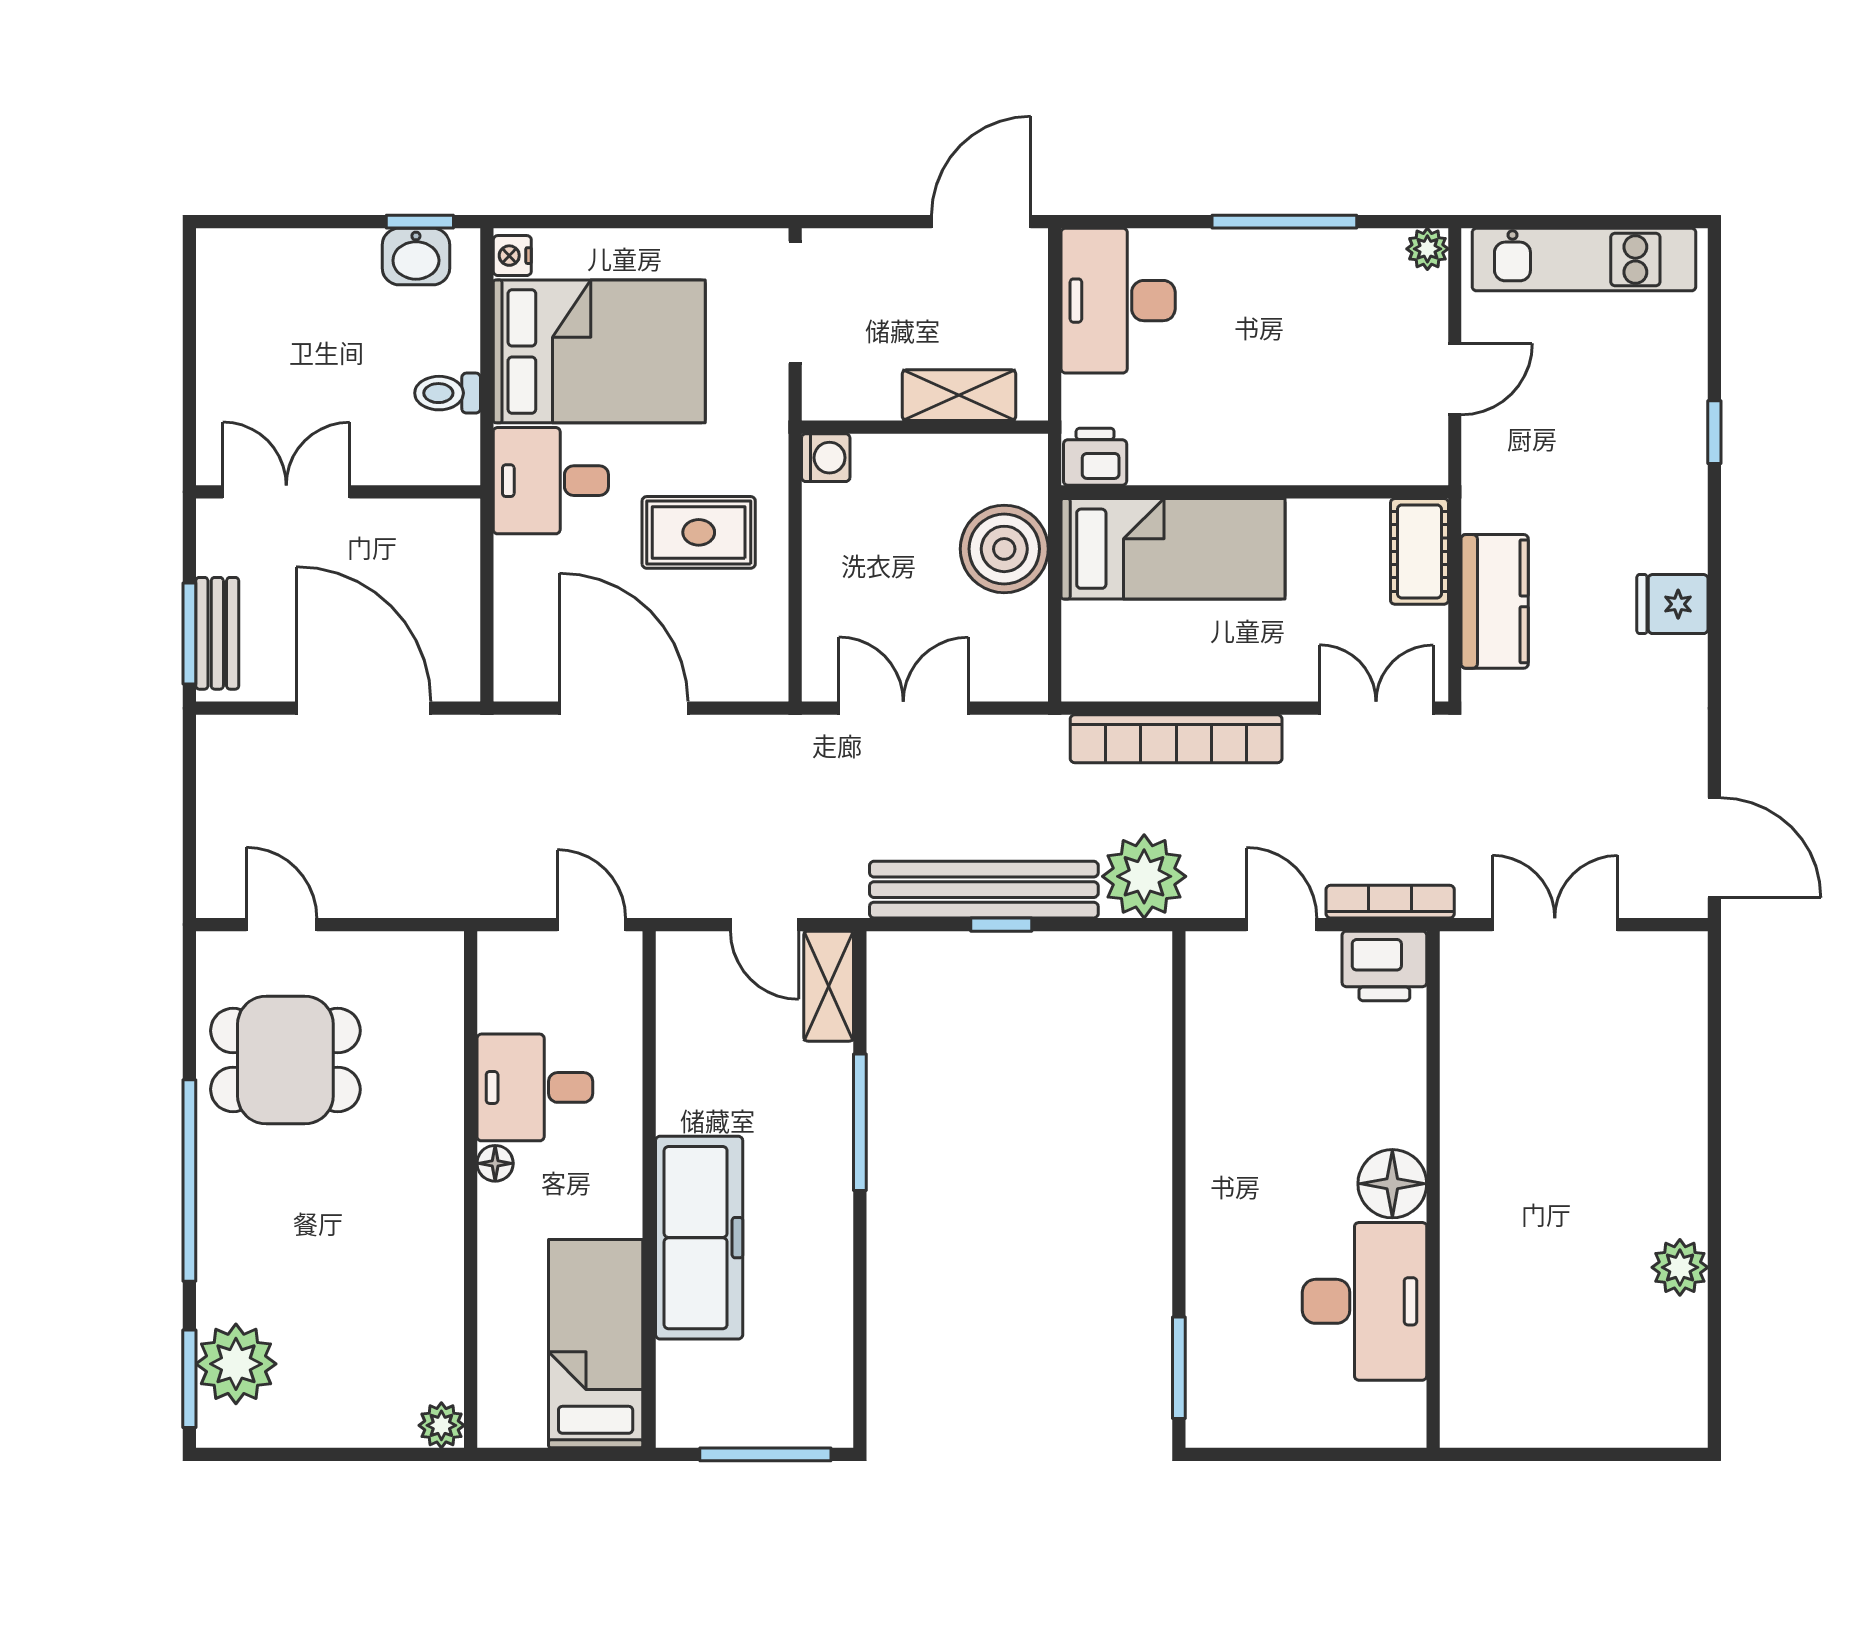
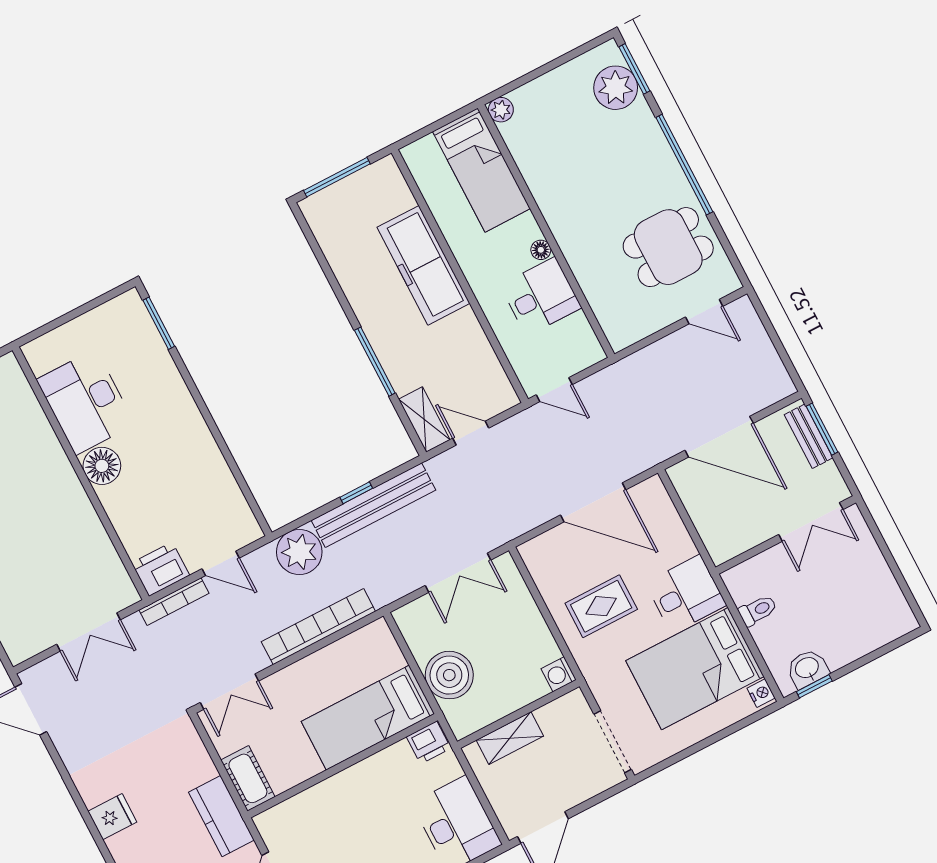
kitchen counter: (1495, 601) -> (221, 816), moved
bed: (596, 1344) -> (481, 170), moved

